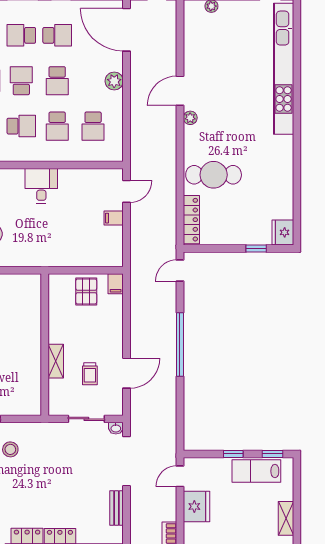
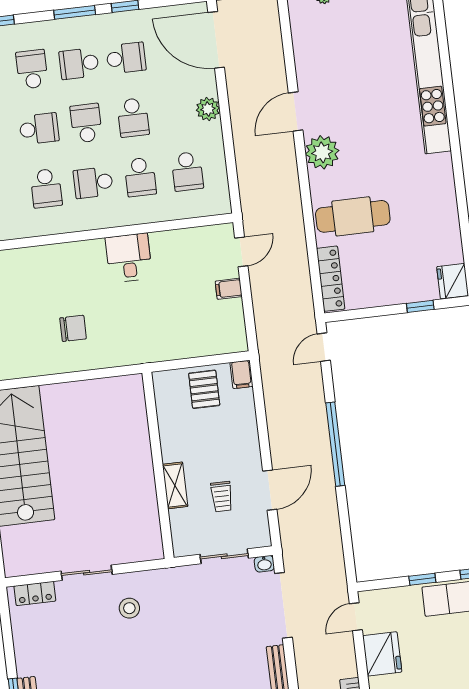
plant: (190, 118) -> (322, 152), width x1.88, depth x1.88
school desk: (21, 126) -> (93, 183), turned 180

